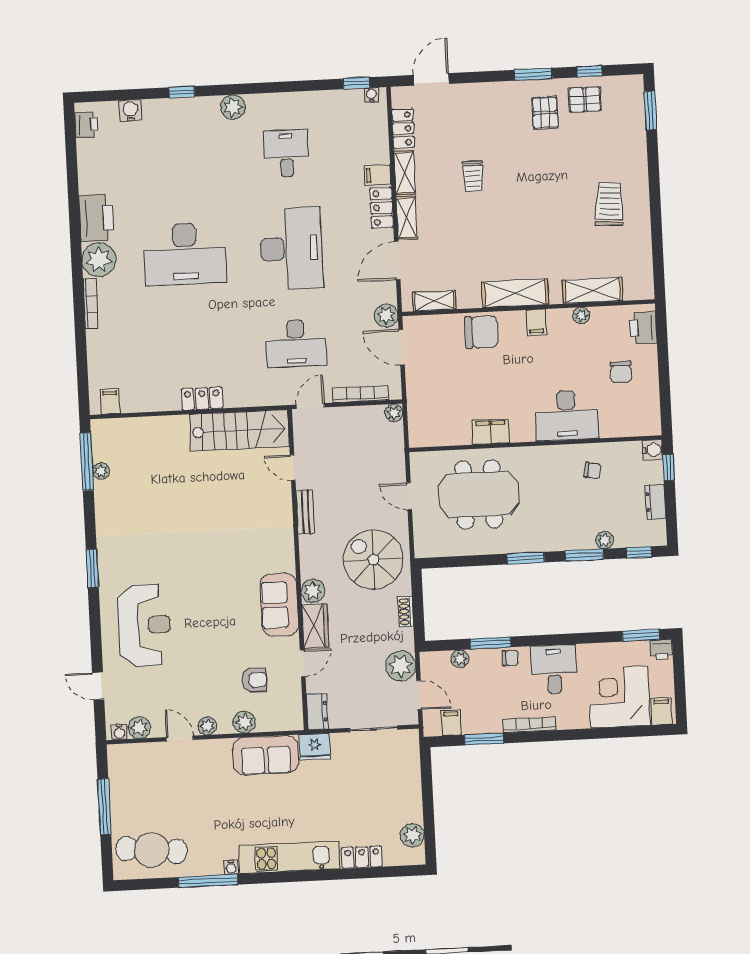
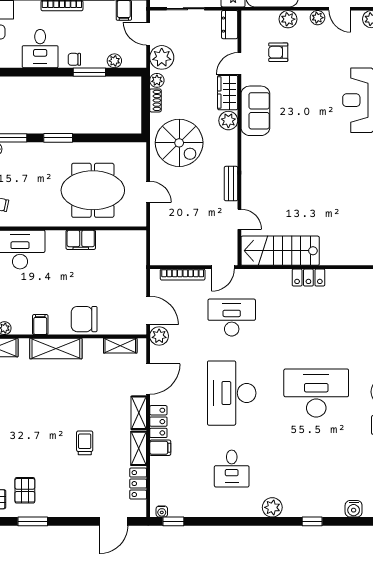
plant: (394, 413) -> (157, 80), moved

